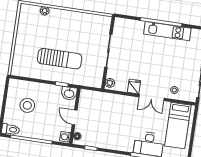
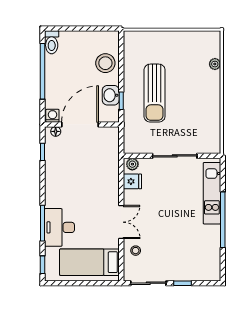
kitchen unit: (167, 31) -> (212, 193), moved
fridge: (134, 86) -> (132, 181), moved
washbasin: (69, 93) -> (111, 95), moved
double door: (152, 98) -> (121, 222), swing flipped
stool: (27, 105) -> (105, 63), moved
door: (75, 117) -> (80, 124), width x1.88

